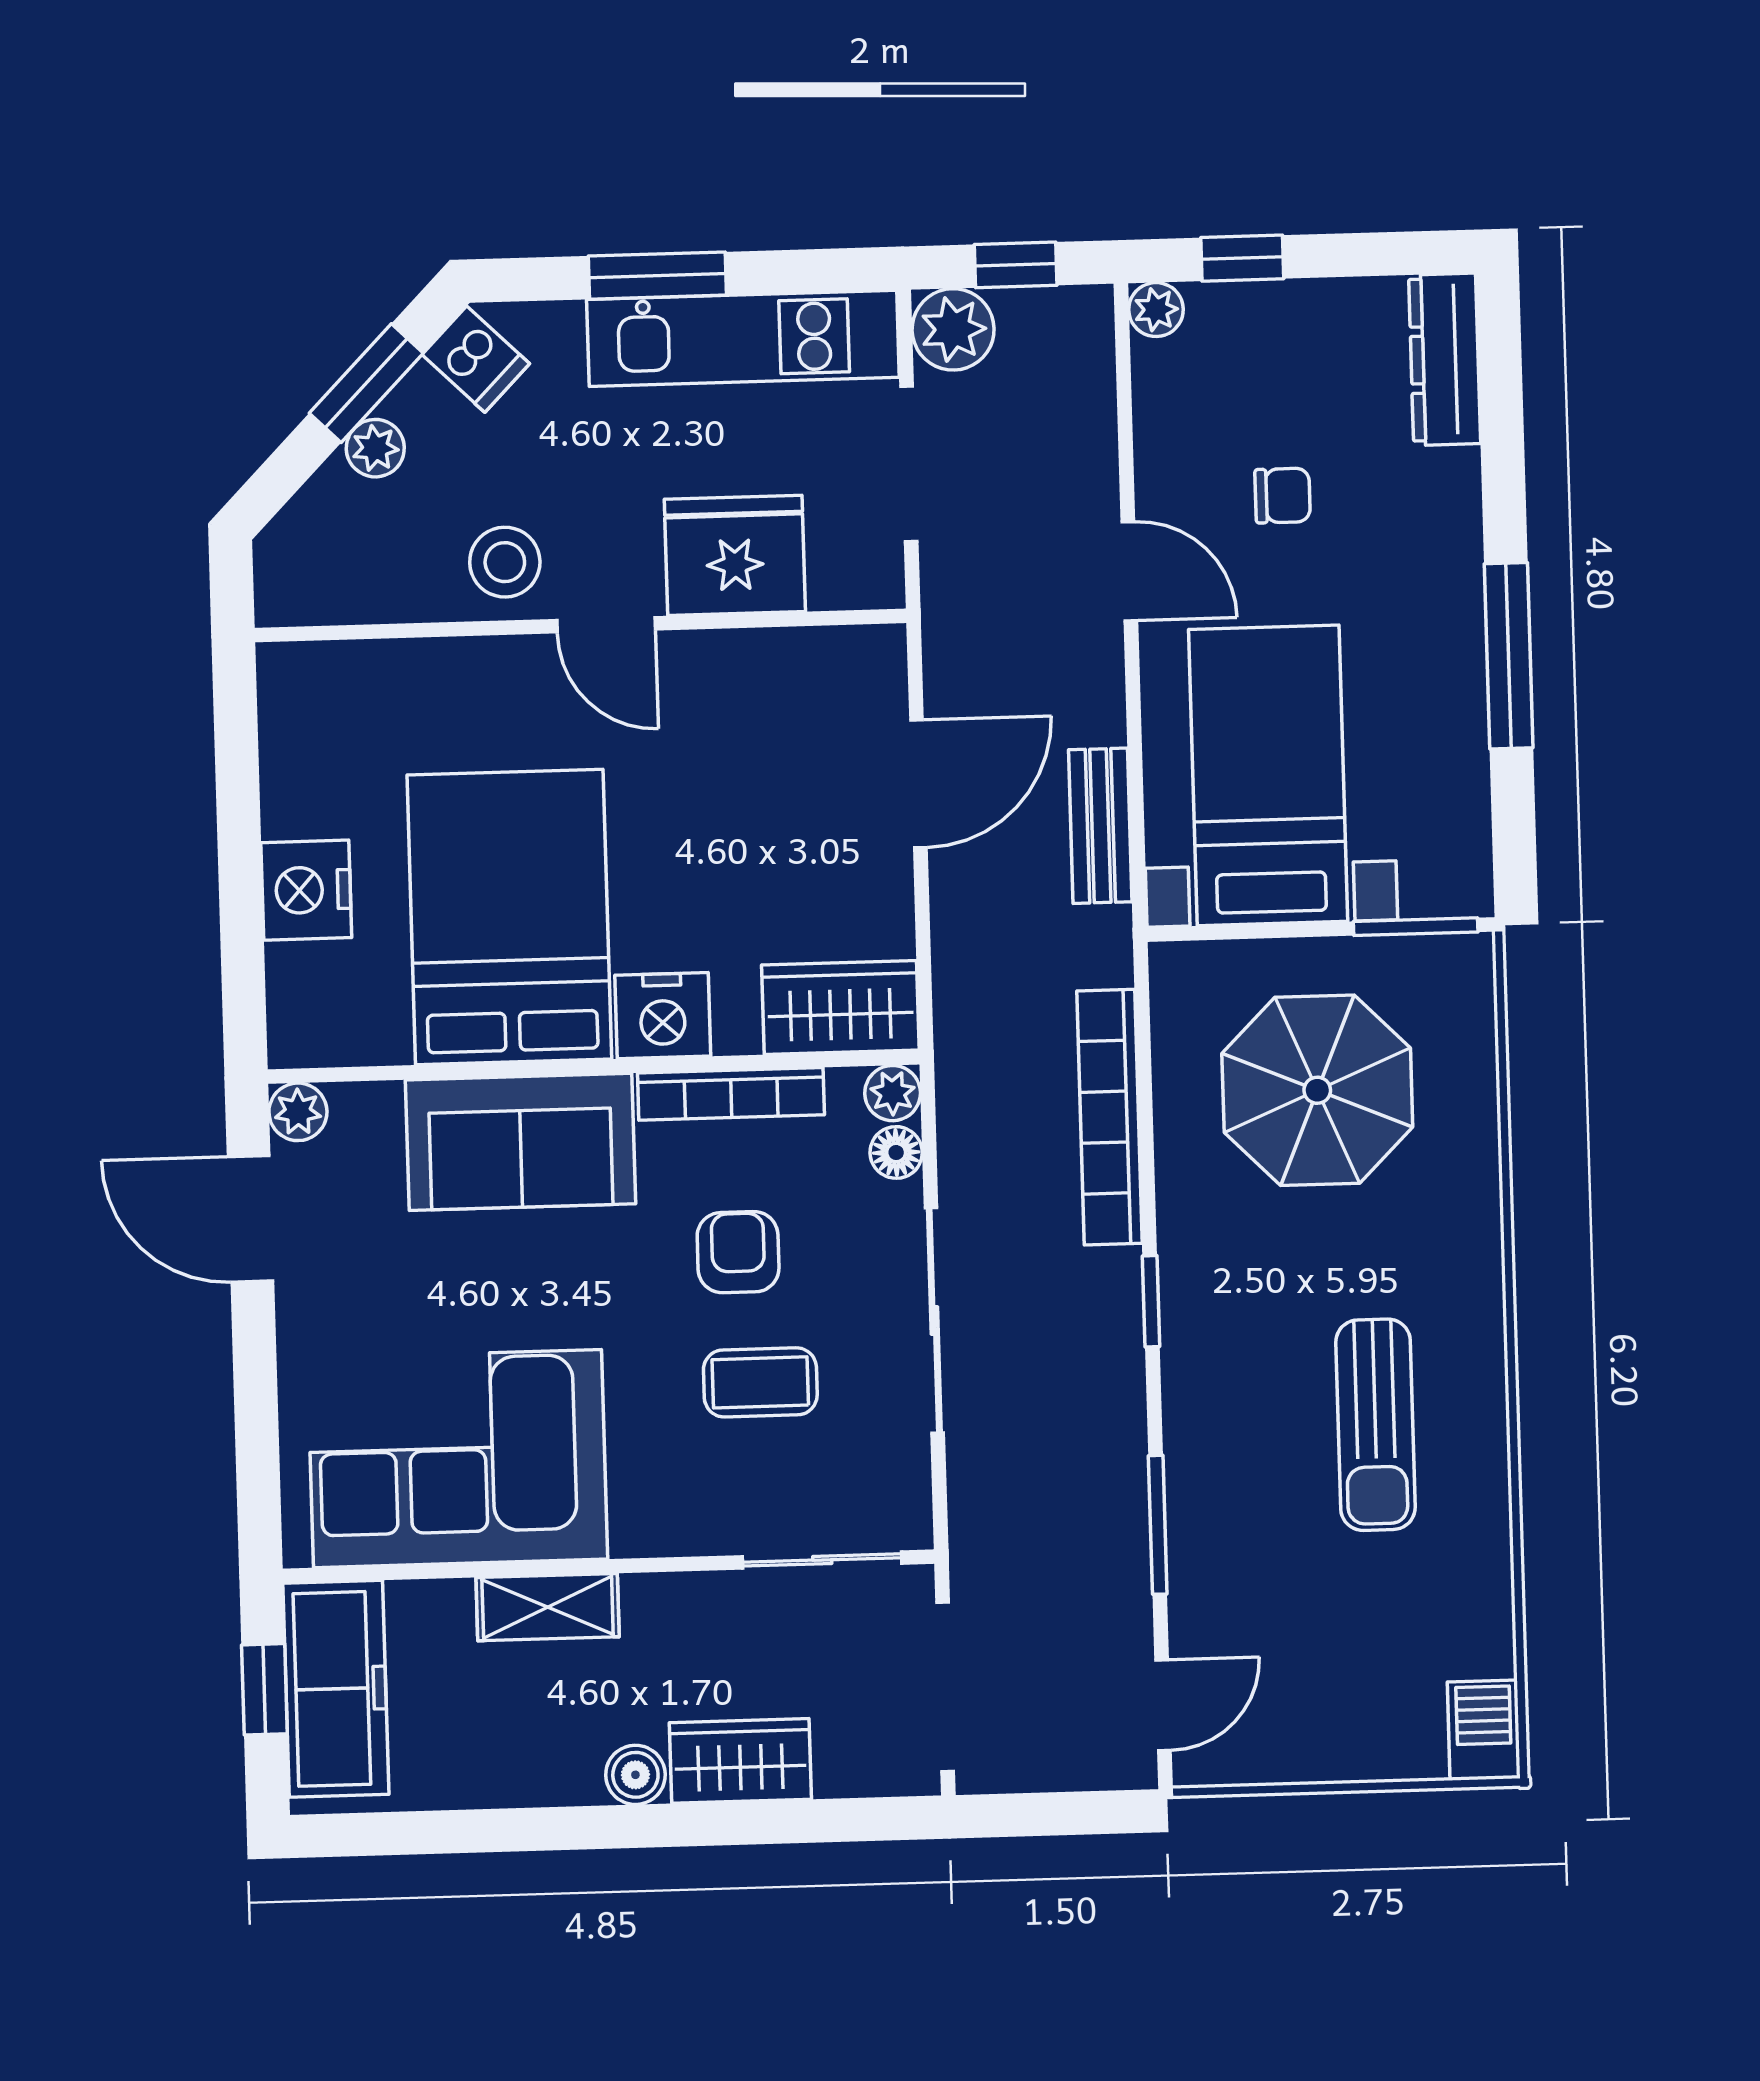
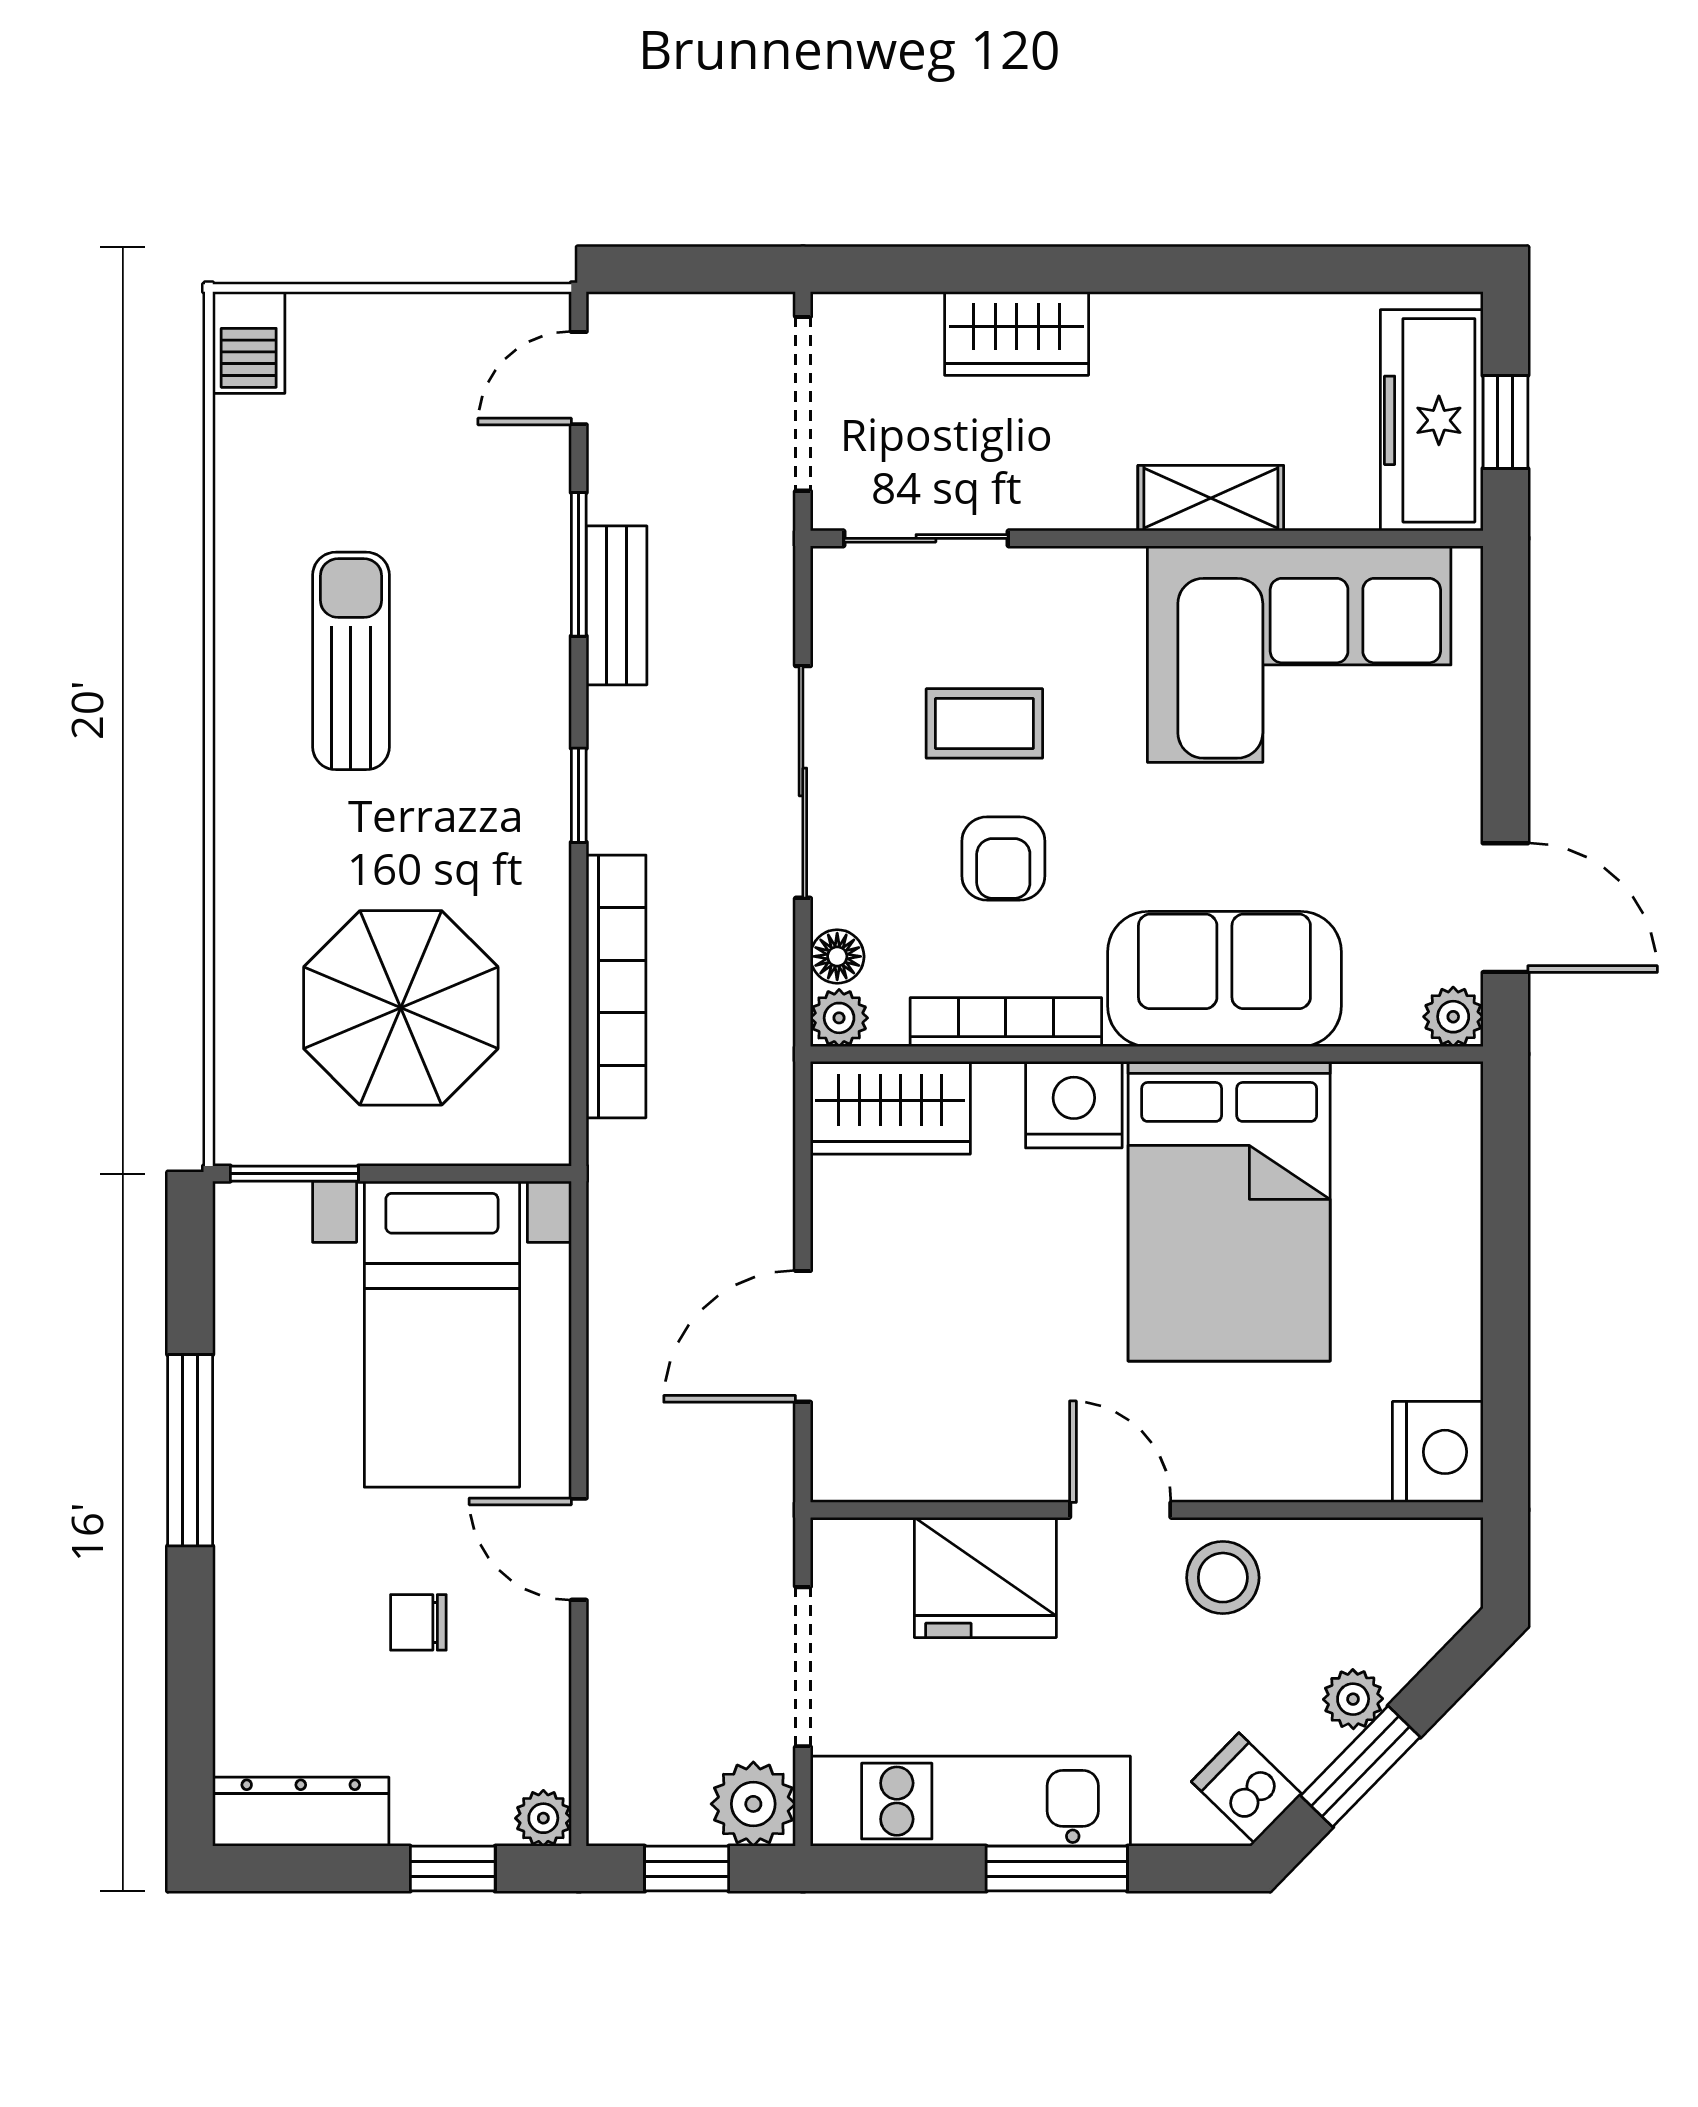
dresser: (1445, 359) -> (301, 1812), moved, turned -90
bench: (1100, 826) -> (617, 605), moved
nightstand: (306, 890) -> (1438, 1452), moved
boiler: (635, 1775) -> (1125, 322), removed

